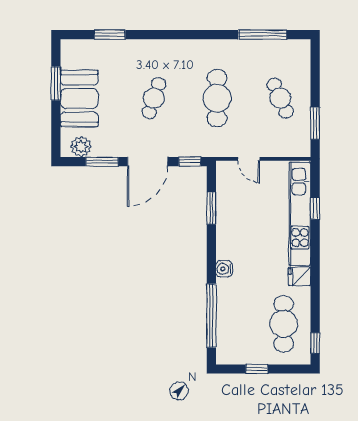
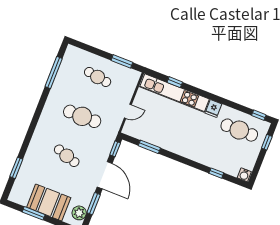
cafe table: (280, 98) -> (98, 77), turned 33
water cooler: (224, 269) -> (244, 175), moved
window: (211, 316) -> (216, 173), width x0.32
window: (257, 369) -> (267, 142), moved

